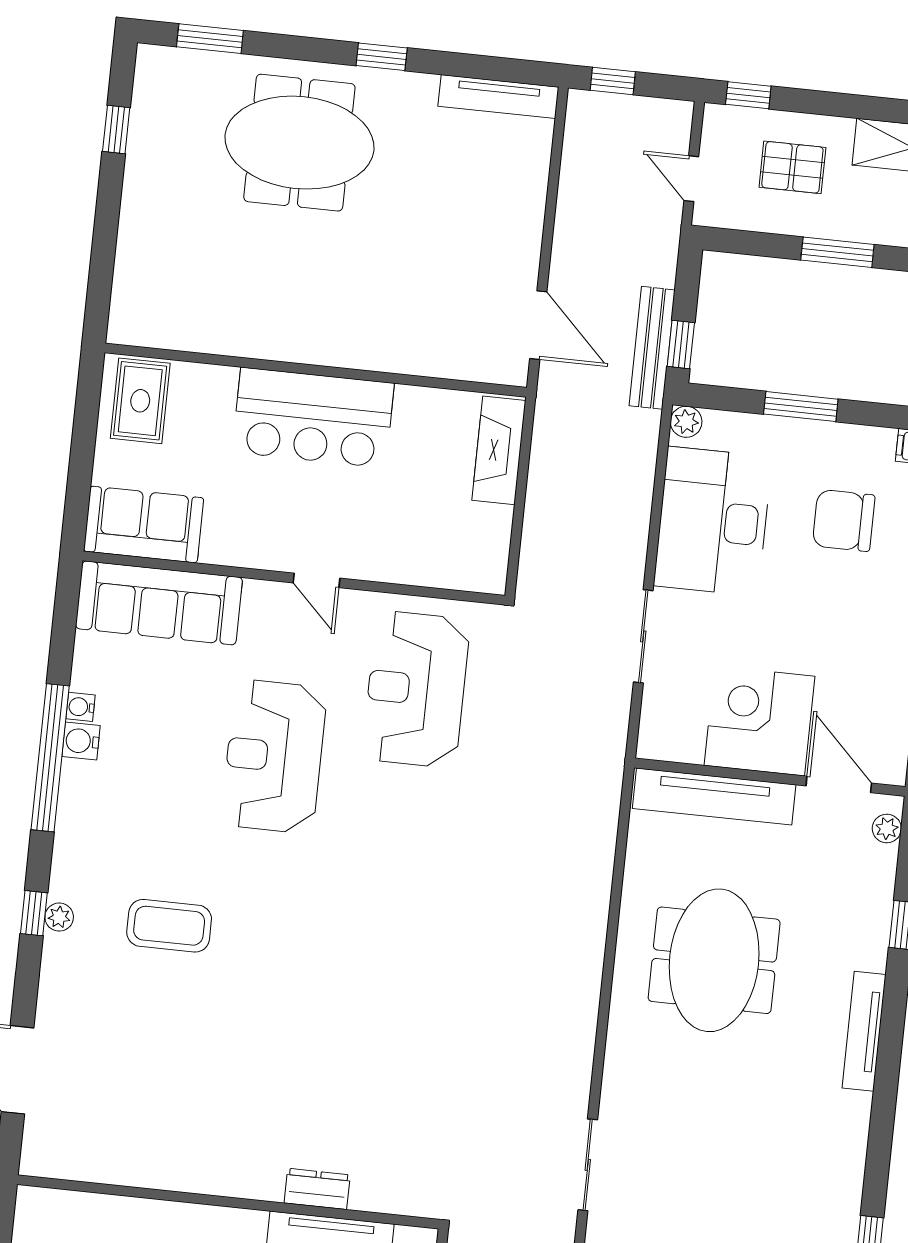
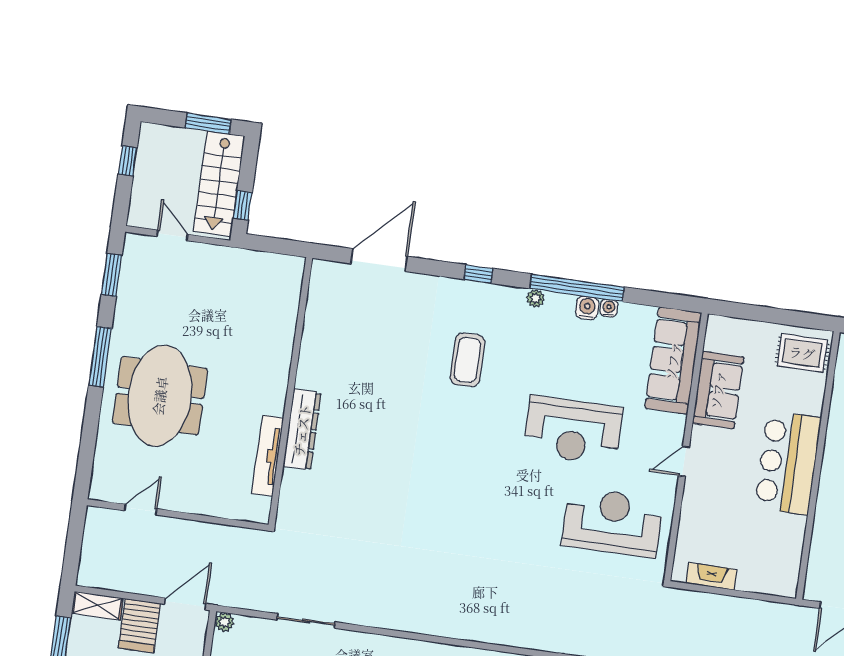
fireplace: (499, 450) -> (711, 576), moved, width x0.73, depth x0.76
sofa: (144, 524) -> (718, 390), moved
reception desk: (274, 756) -> (573, 430), turned 180
plant: (59, 917) -> (535, 298), moved
dresser: (317, 1189) -> (302, 430), width x1.96, depth x1.24

